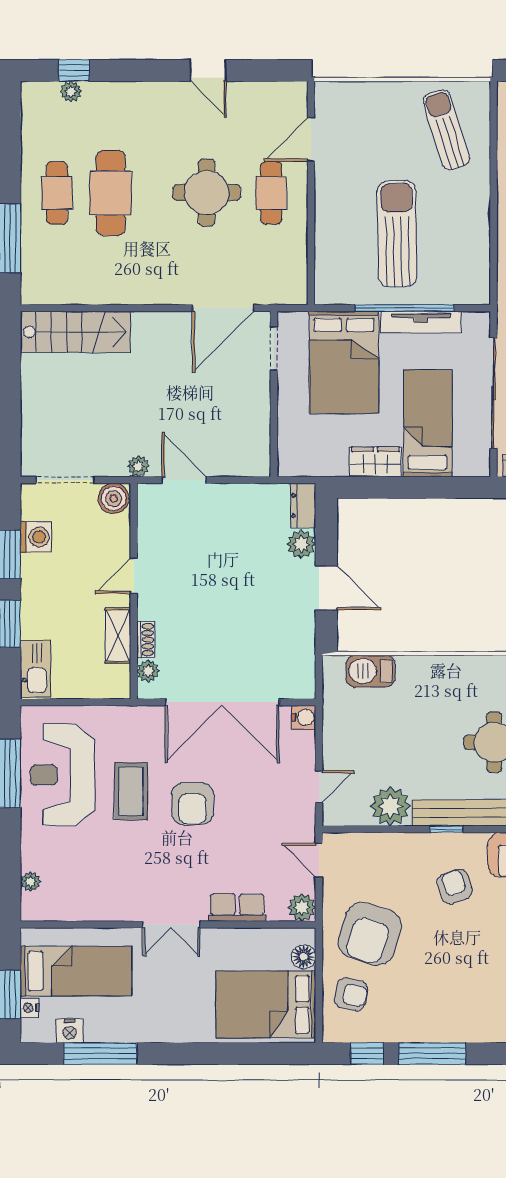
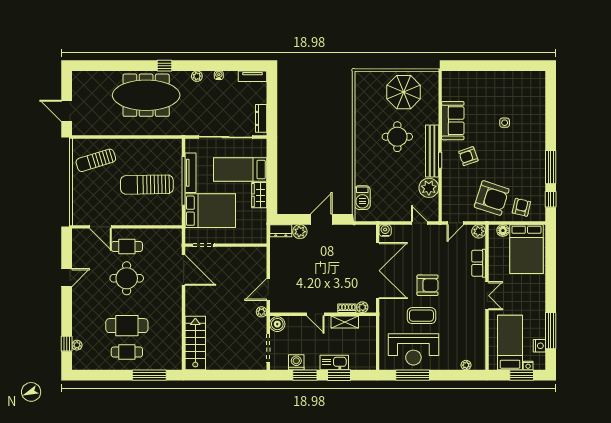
kitchen sink: (36, 669) -> (334, 363), moved

